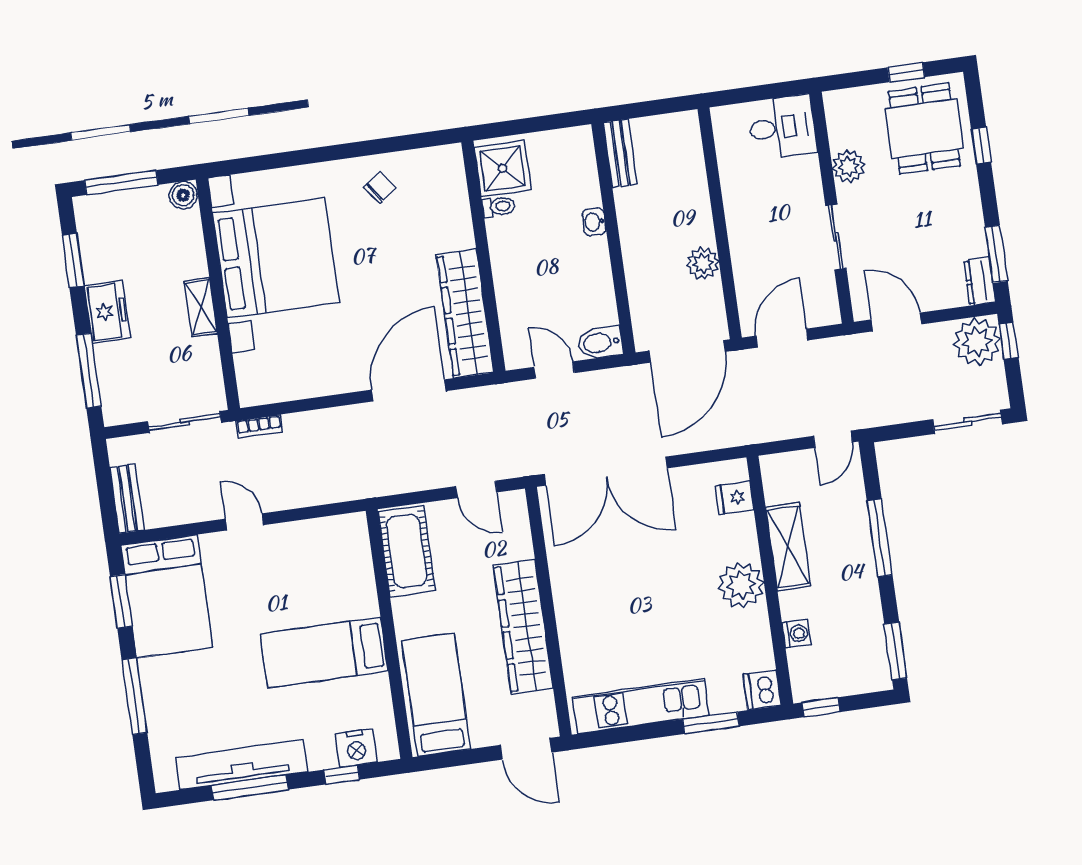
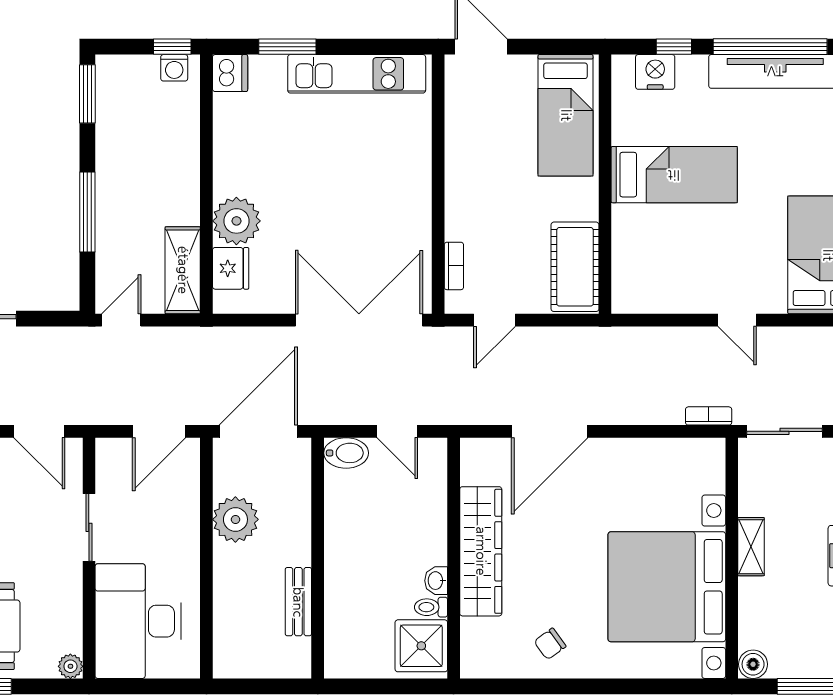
desk: (782, 127) -> (138, 621), width x1.87, depth x1.30
bench: (620, 153) -> (298, 602), moved
plant: (848, 166) -> (70, 666), moved, width x0.73, depth x0.73
washbasin: (594, 222) -> (436, 581), moved, turned 180
plant: (703, 263) -> (235, 519), width x1.36, depth x1.36
wardrobe: (465, 313) -> (481, 551), moved
door: (476, 489) -> (494, 320), swing flipped
fridge: (735, 498) -> (231, 268), width x1.38
bookcase: (522, 536) -> (454, 266), added
shelving: (788, 547) -> (183, 270), moved
plant: (741, 585) -> (236, 221), moved
wardrobe: (523, 627) -> (466, 172), removed
washing machine: (796, 634) -> (174, 68), moved, turned -90
window: (250, 788) -> (770, 47), width x1.46

